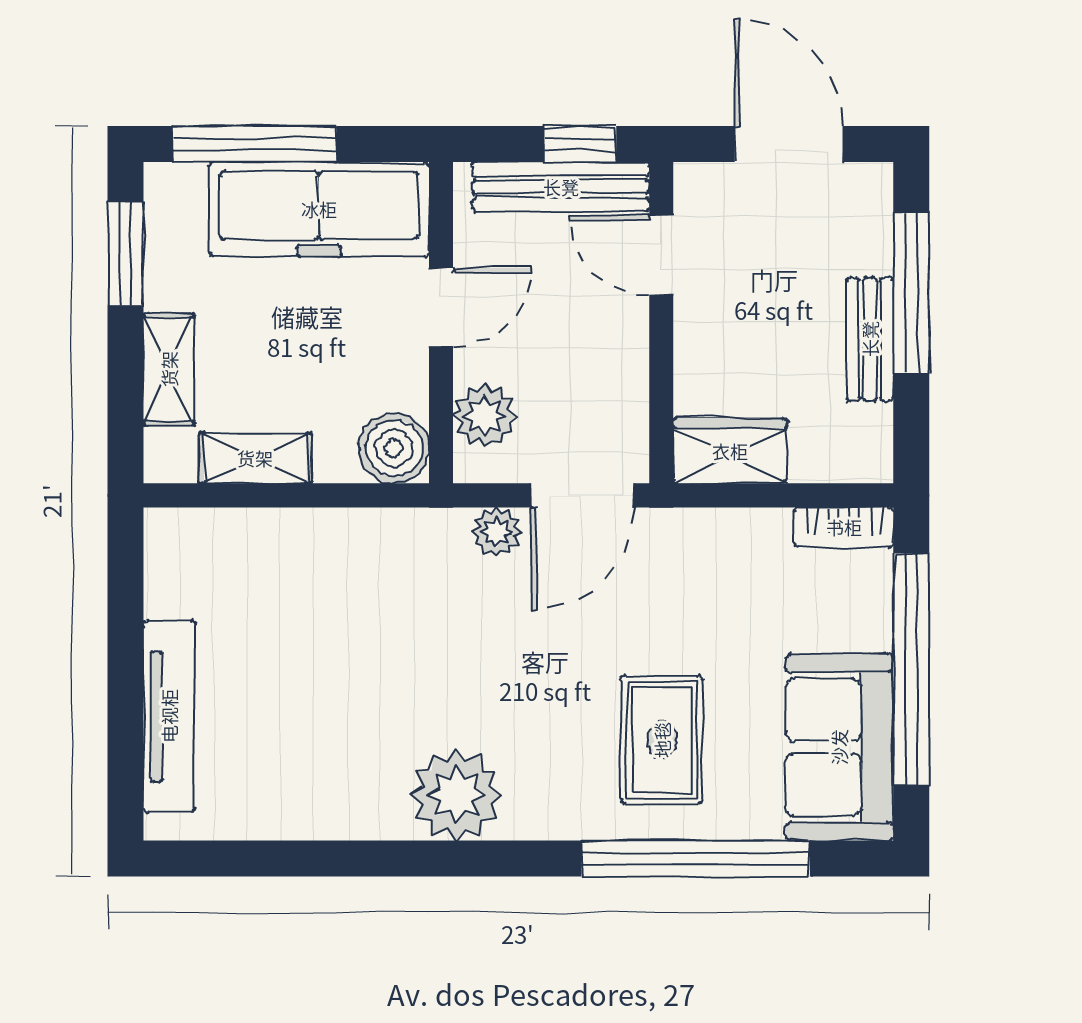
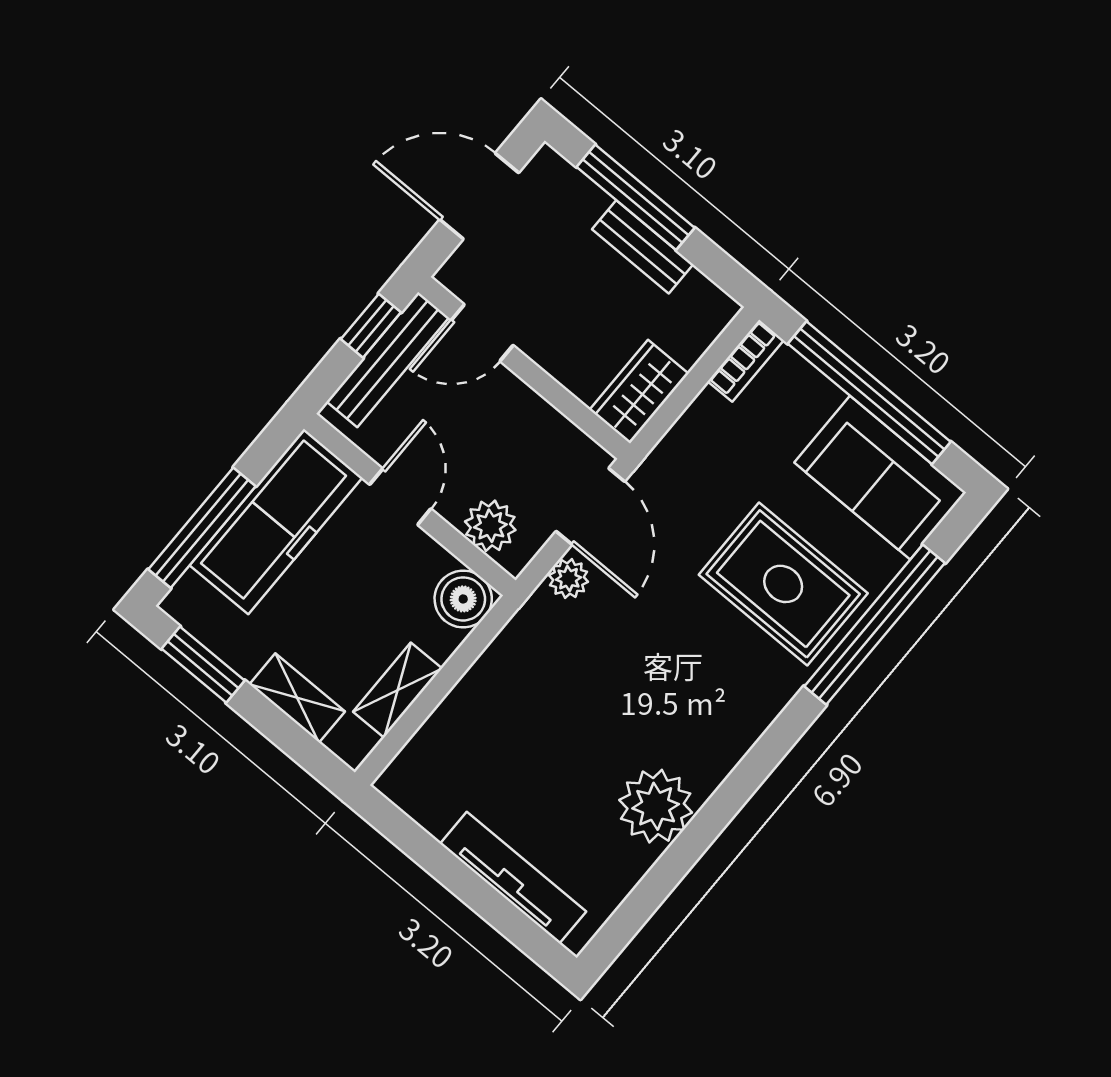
rug: (662, 740) -> (783, 584), width x1.36, depth x1.43
plant: (456, 795) -> (656, 806), moved

